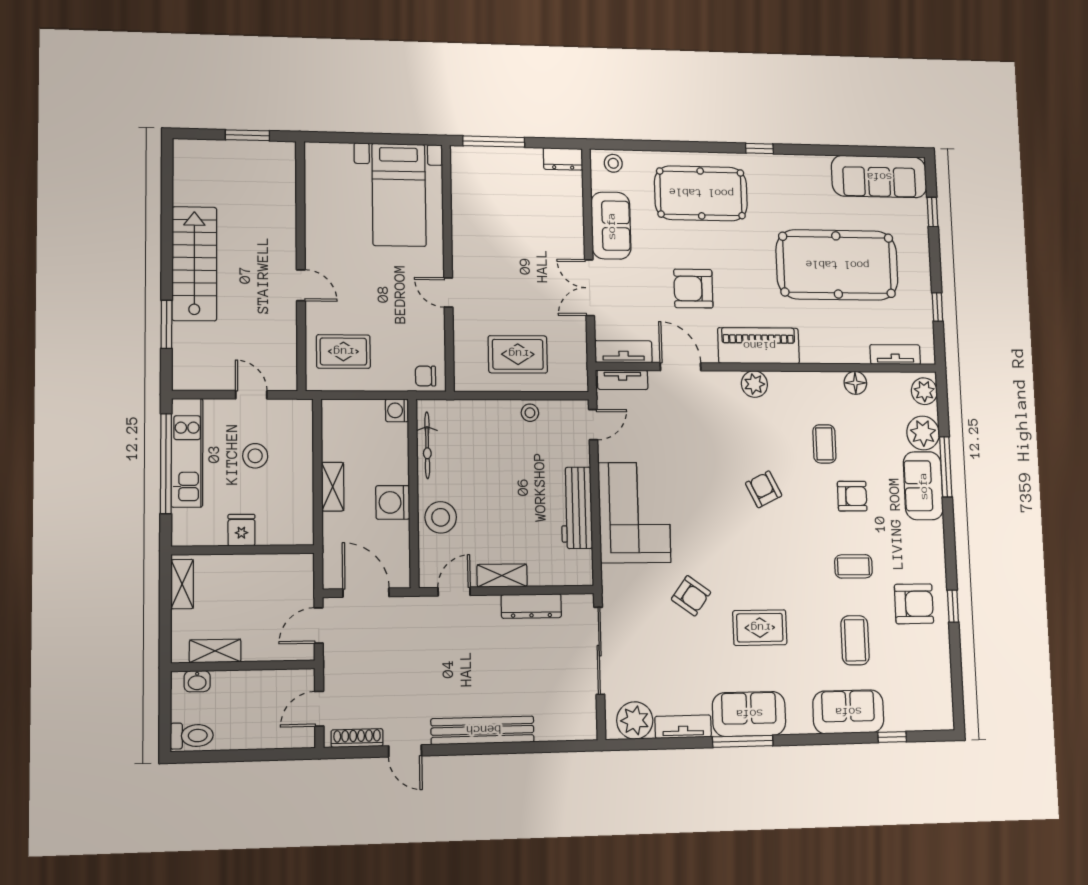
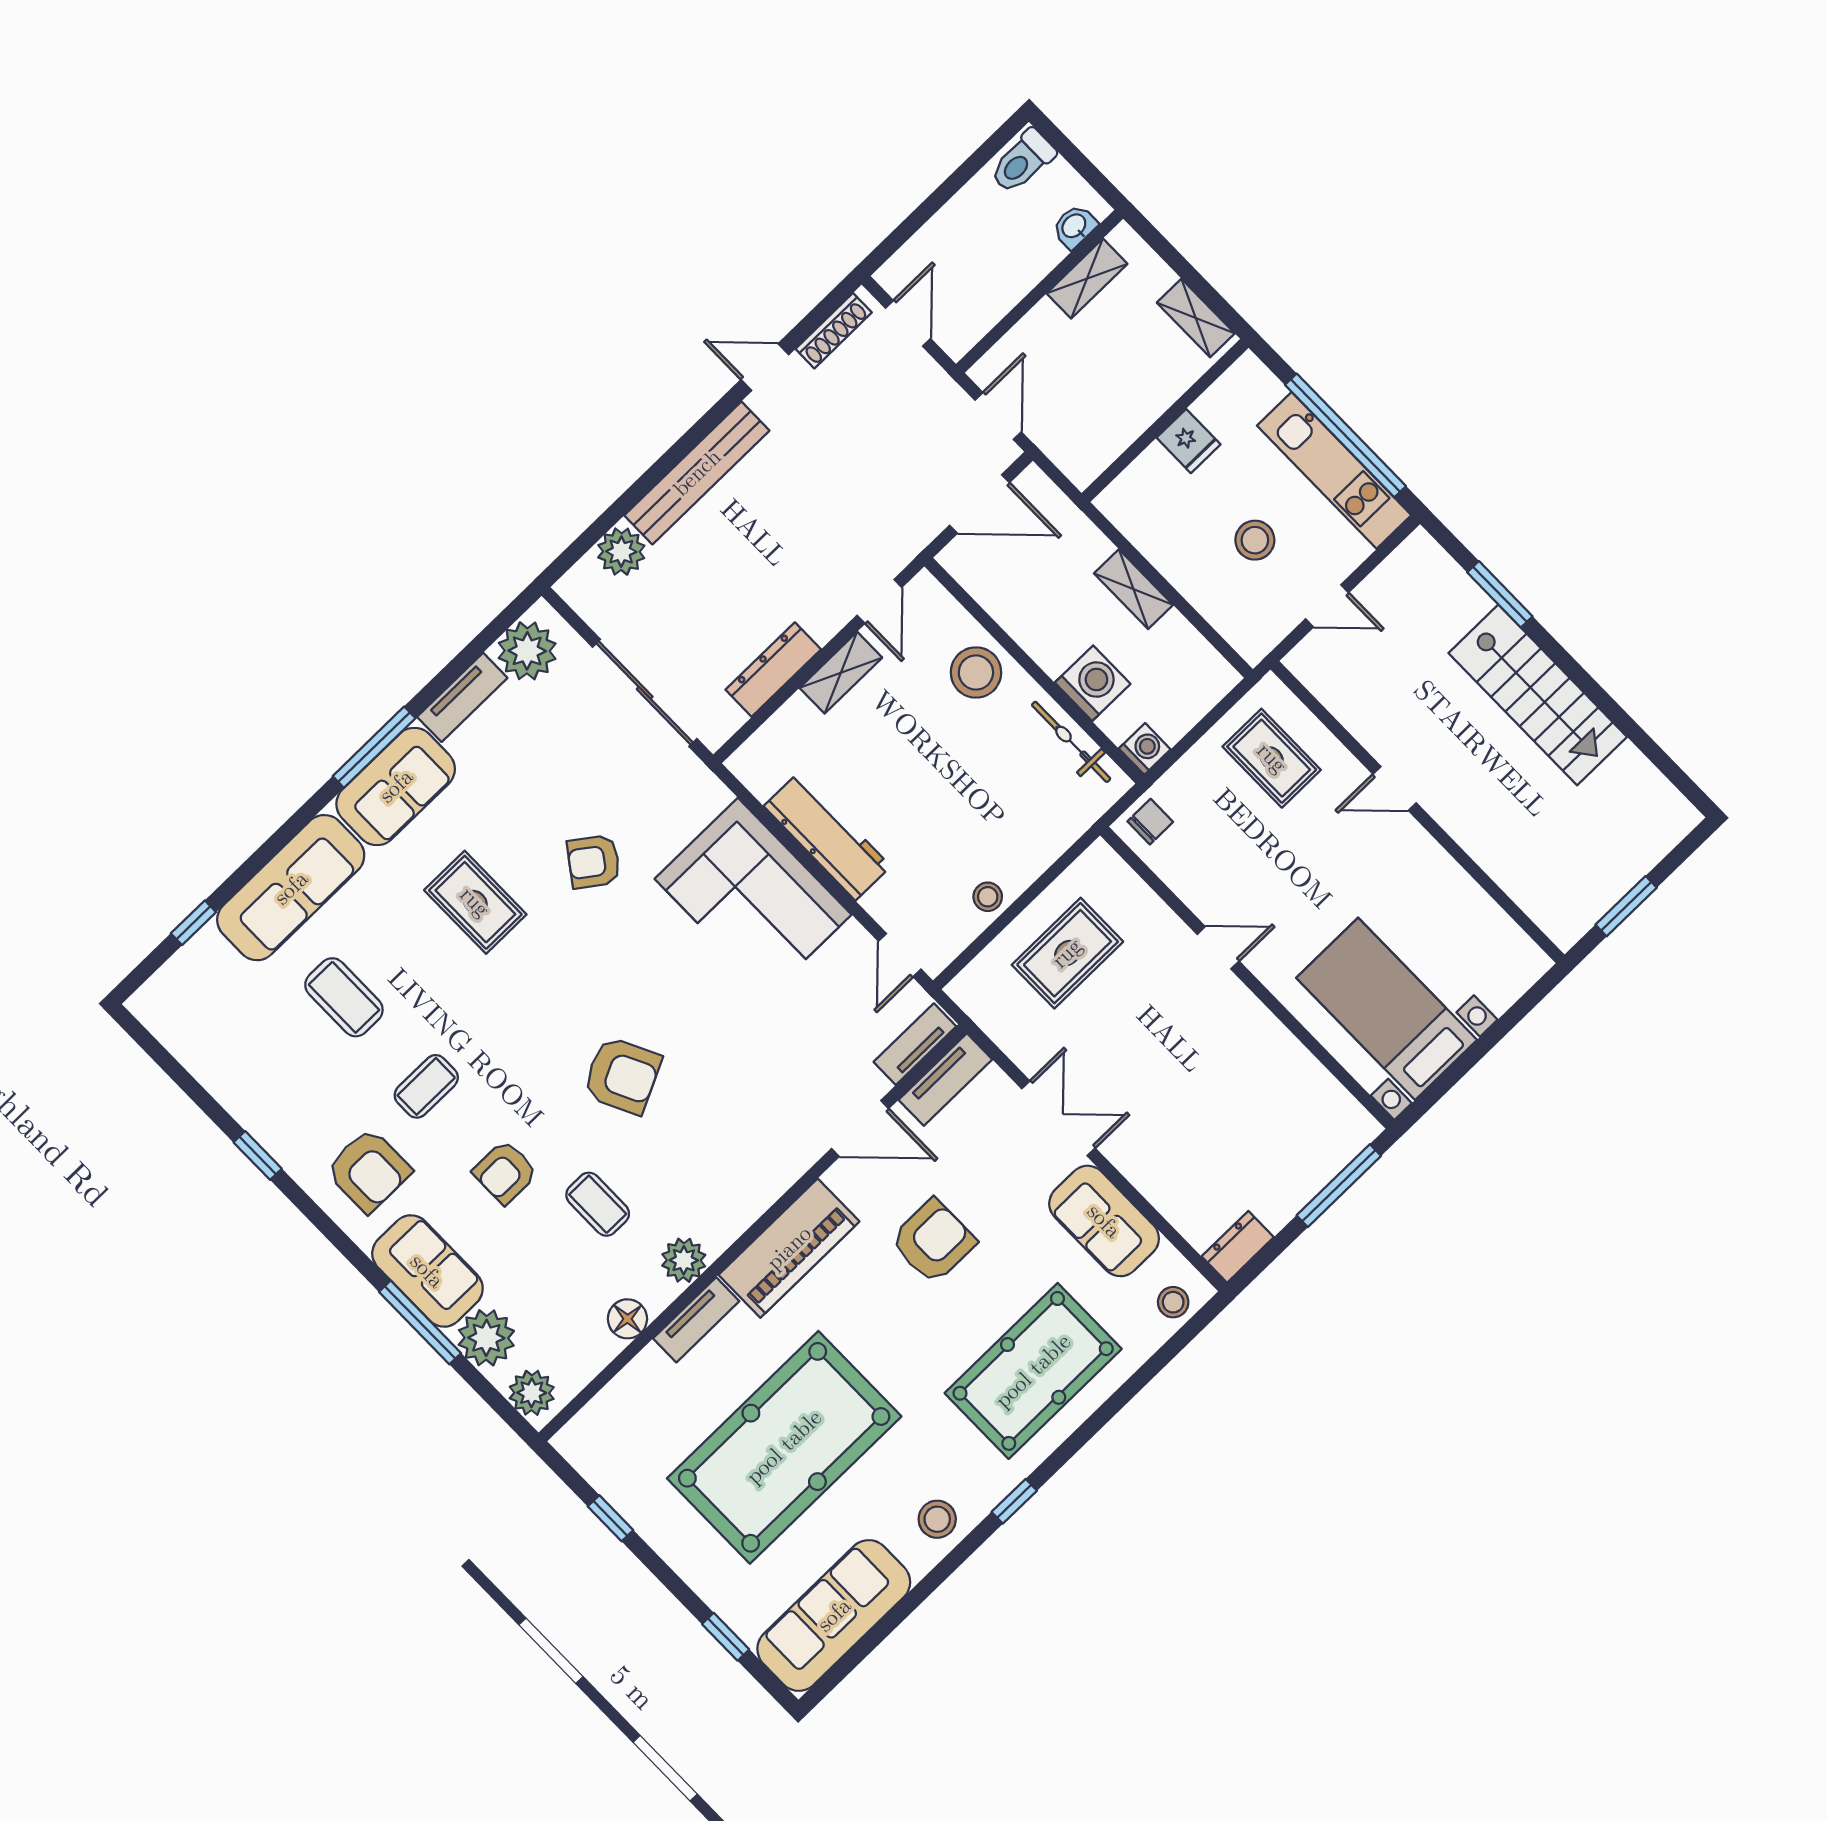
stool: (799, 173) -> (937, 1519), added
rug: (343, 352) -> (1272, 758), turned 90
tv unit: (895, 355) -> (696, 1320), moved
plant: (754, 384) -> (684, 1260), moved
armchair: (764, 489) -> (622, 1075), width x1.38, depth x1.38
washing machine: (393, 502) -> (1093, 683), moved
armchair: (914, 604) -> (368, 1170), moved, turned -90
rug: (760, 628) -> (475, 902), turned 90
sofa: (848, 712) -> (291, 888), width x1.36
plant: (551, 726) -> (621, 552), added

